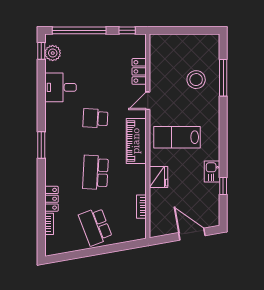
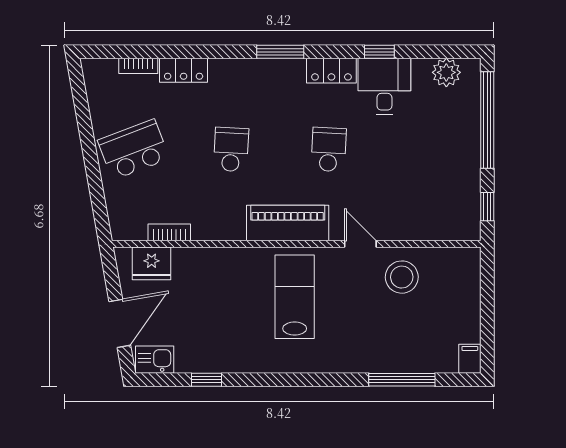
filing cabinet: (211, 40) -> (470, 359), added
window: (41, 51) -> (379, 52), moved
locker: (139, 71) -> (331, 71), moved, turned 180
stool: (196, 80) -> (402, 277), moved
school desk: (95, 172) -> (231, 149), width x0.54
kitchen sink: (212, 172) -> (155, 360), moved
fridge: (159, 177) -> (152, 263), moved

